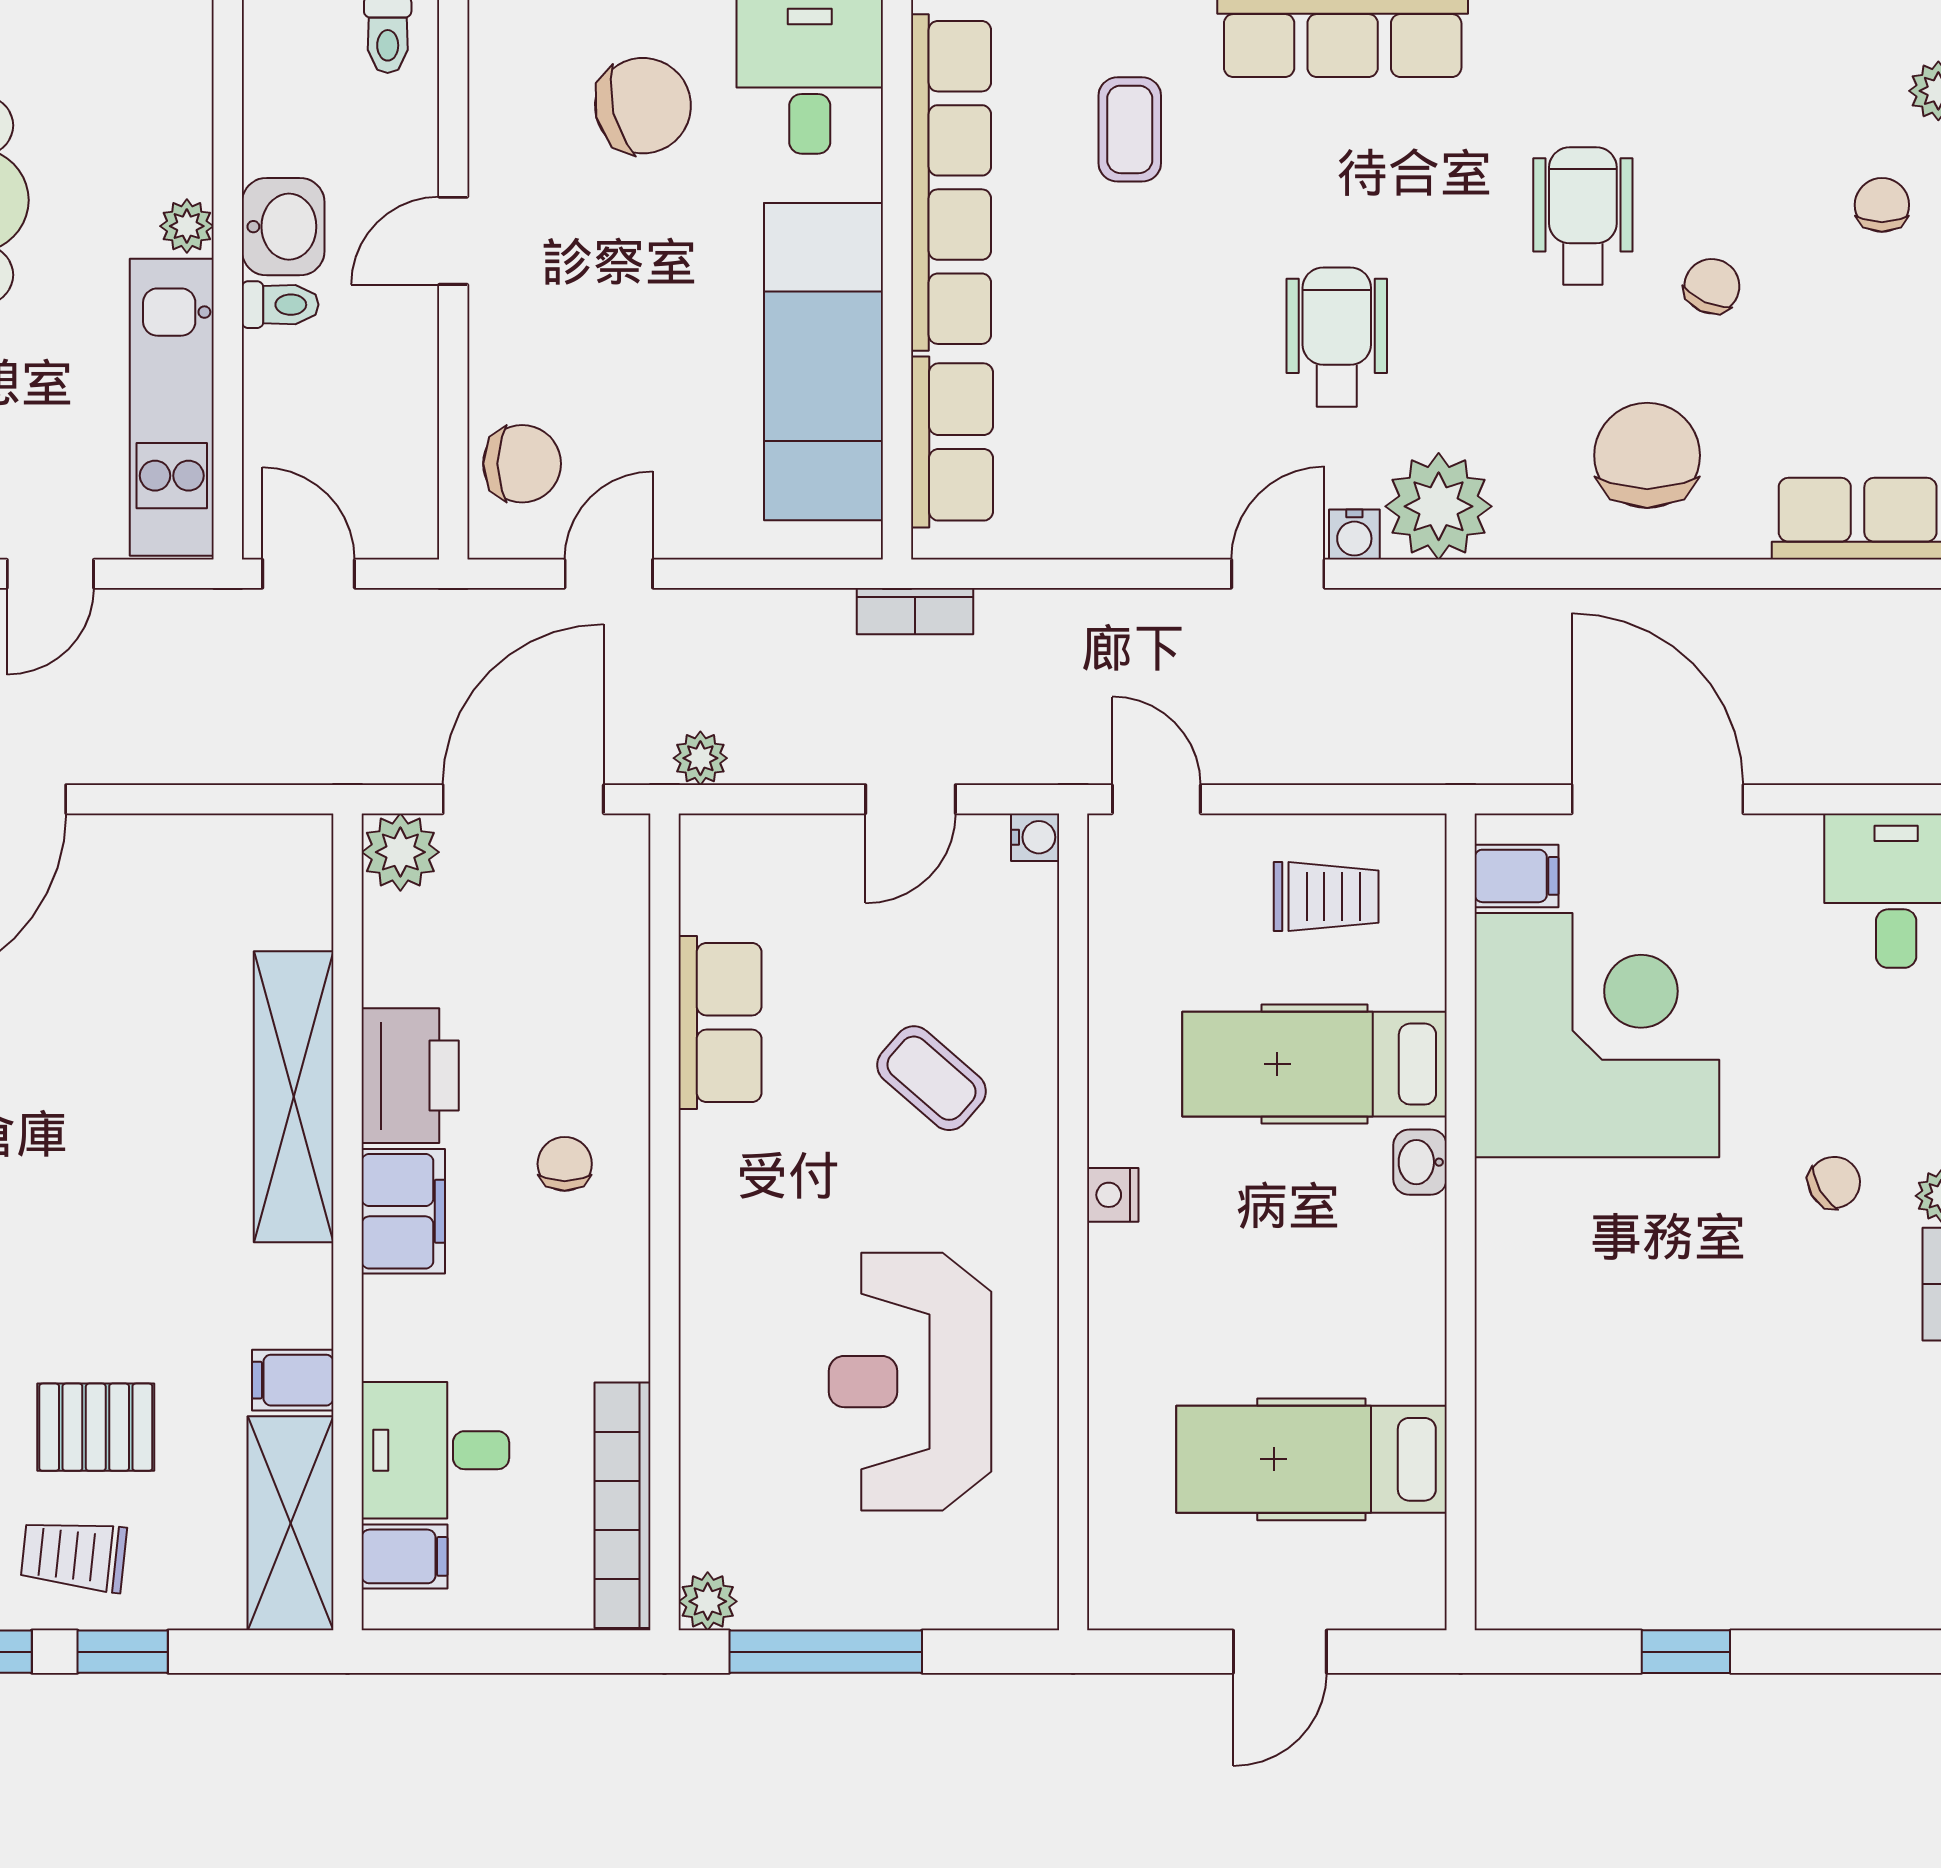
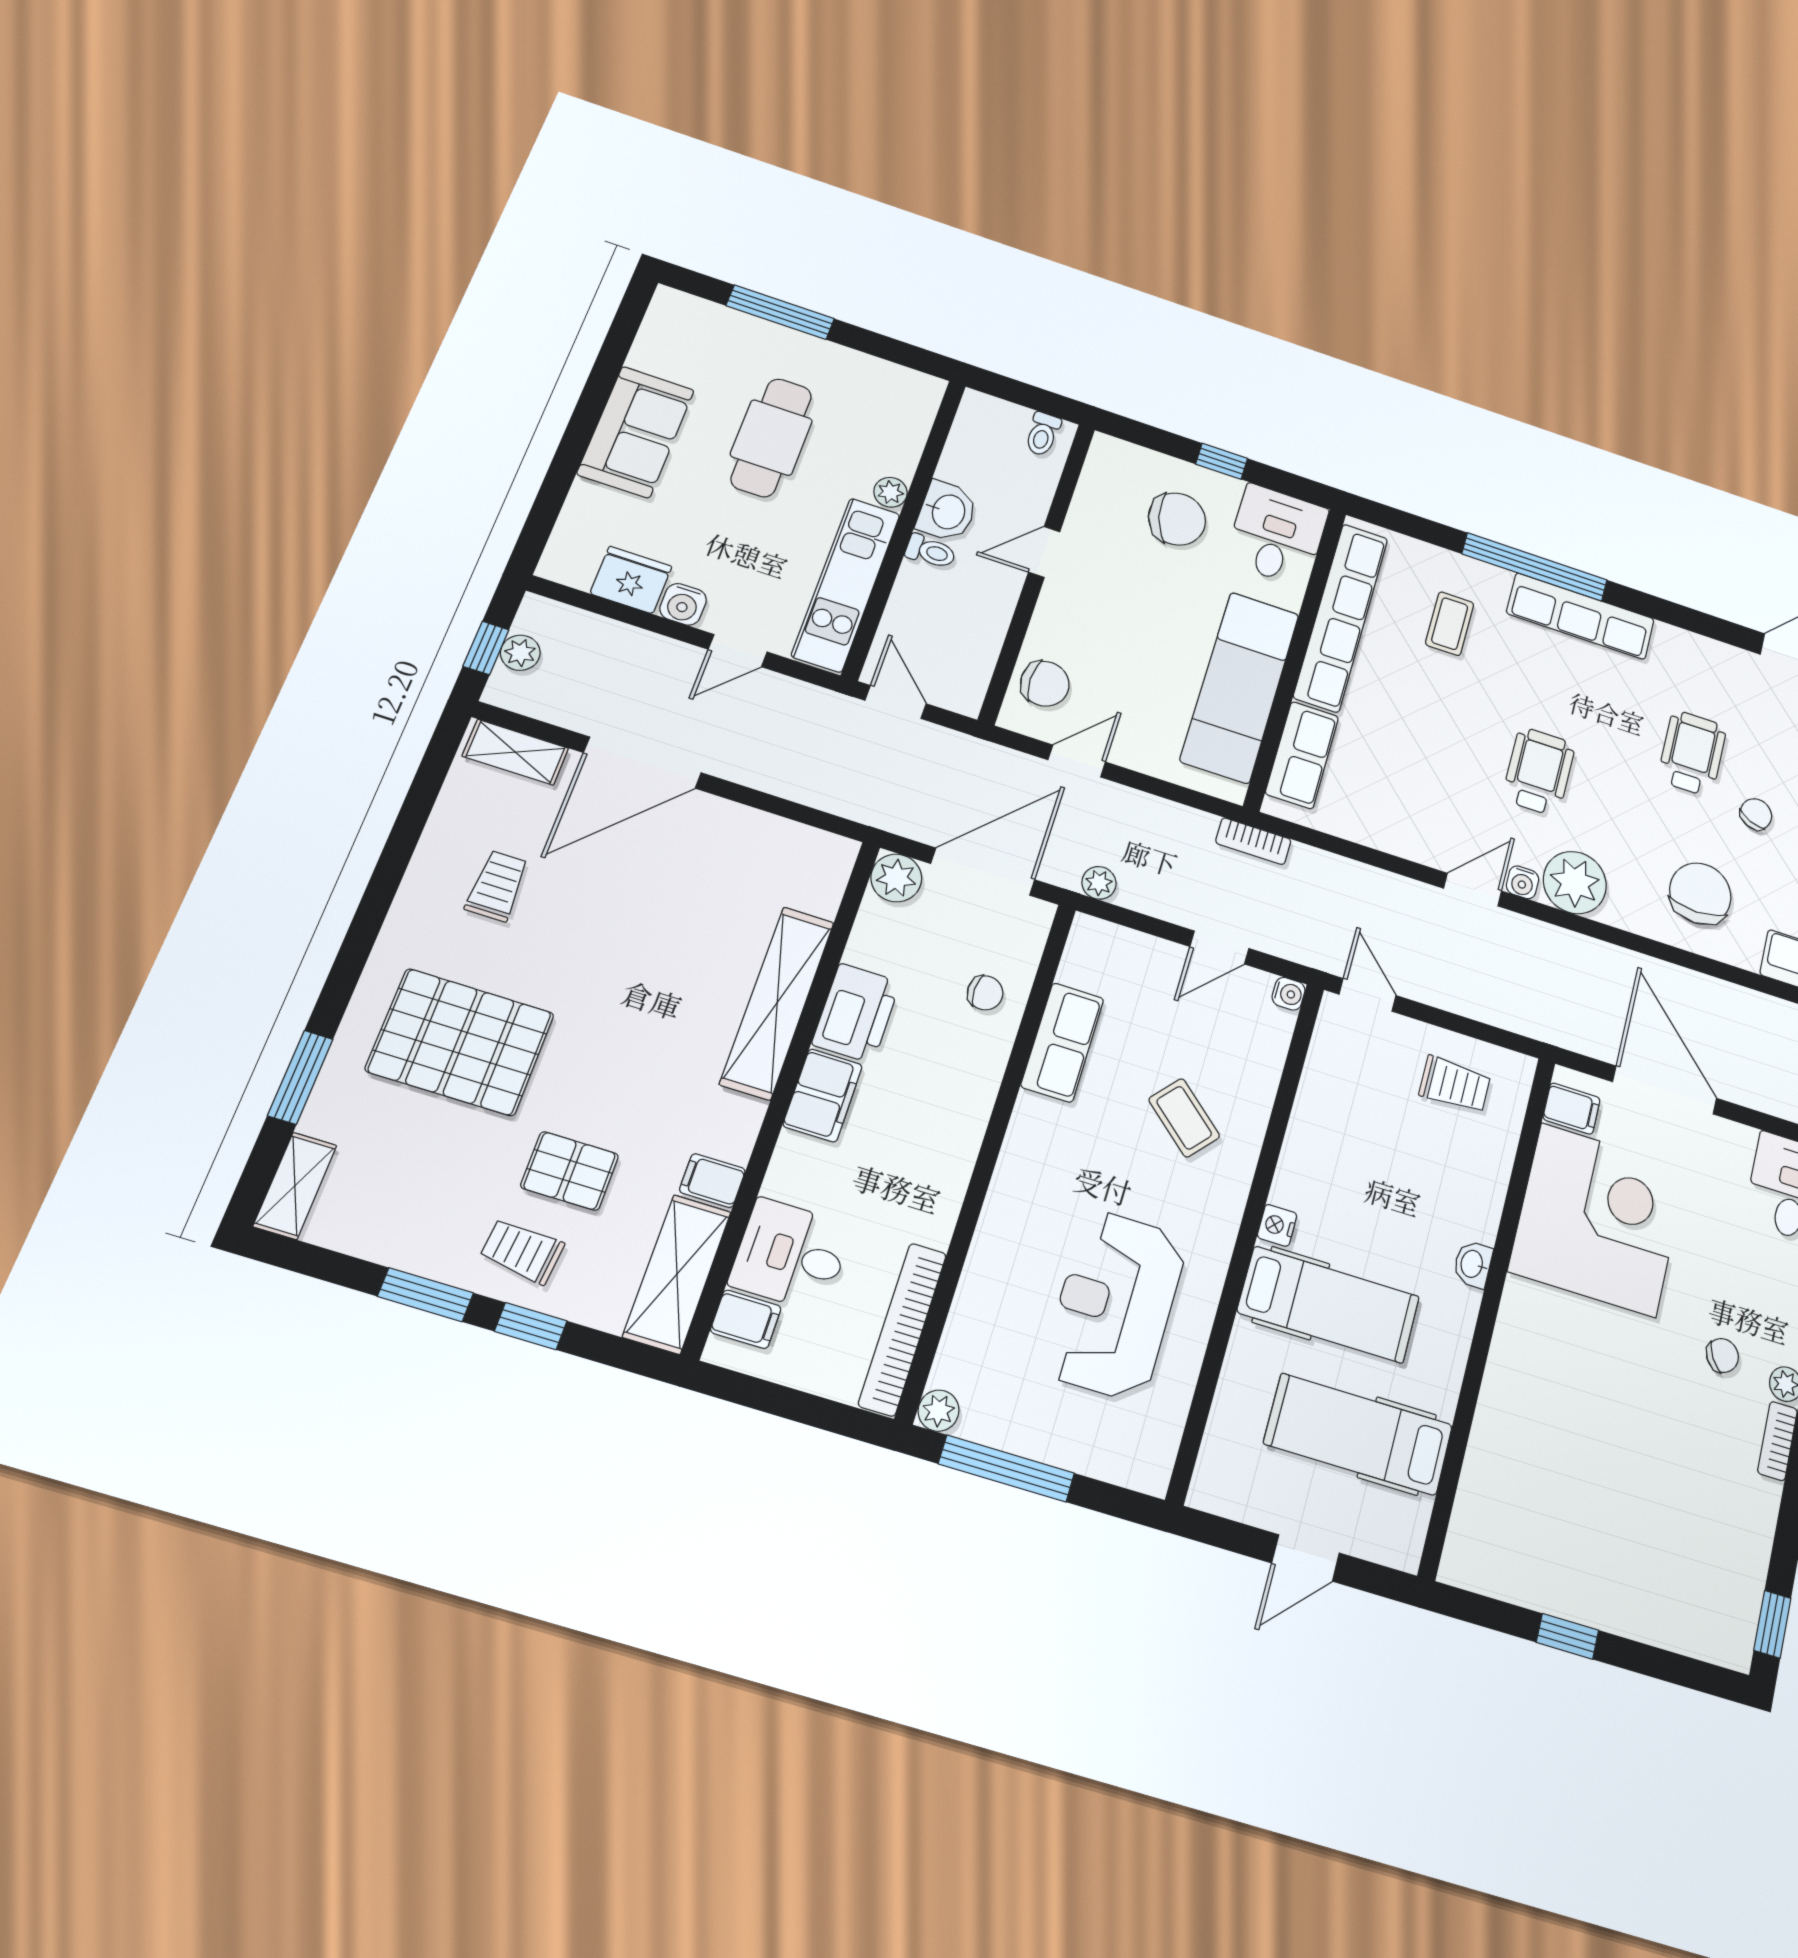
hospital bed: (1314, 1064) -> (1328, 1305), moved, turned 180
chair: (565, 1164) -> (985, 993), moved, turned 91

